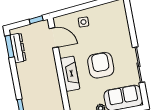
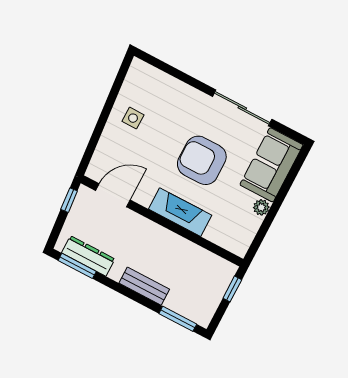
side table: (83, 22) -> (133, 118), moved
bench: (24, 84) -> (144, 286), added

